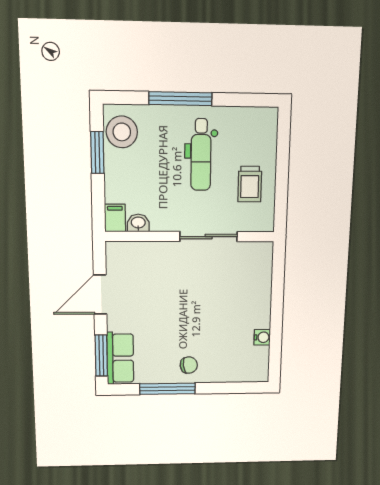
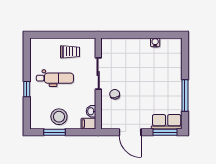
window: (180, 99) -> (27, 89), width x0.46
stool: (122, 132) -> (59, 117), moved
chair: (189, 365) -> (115, 94), moved

